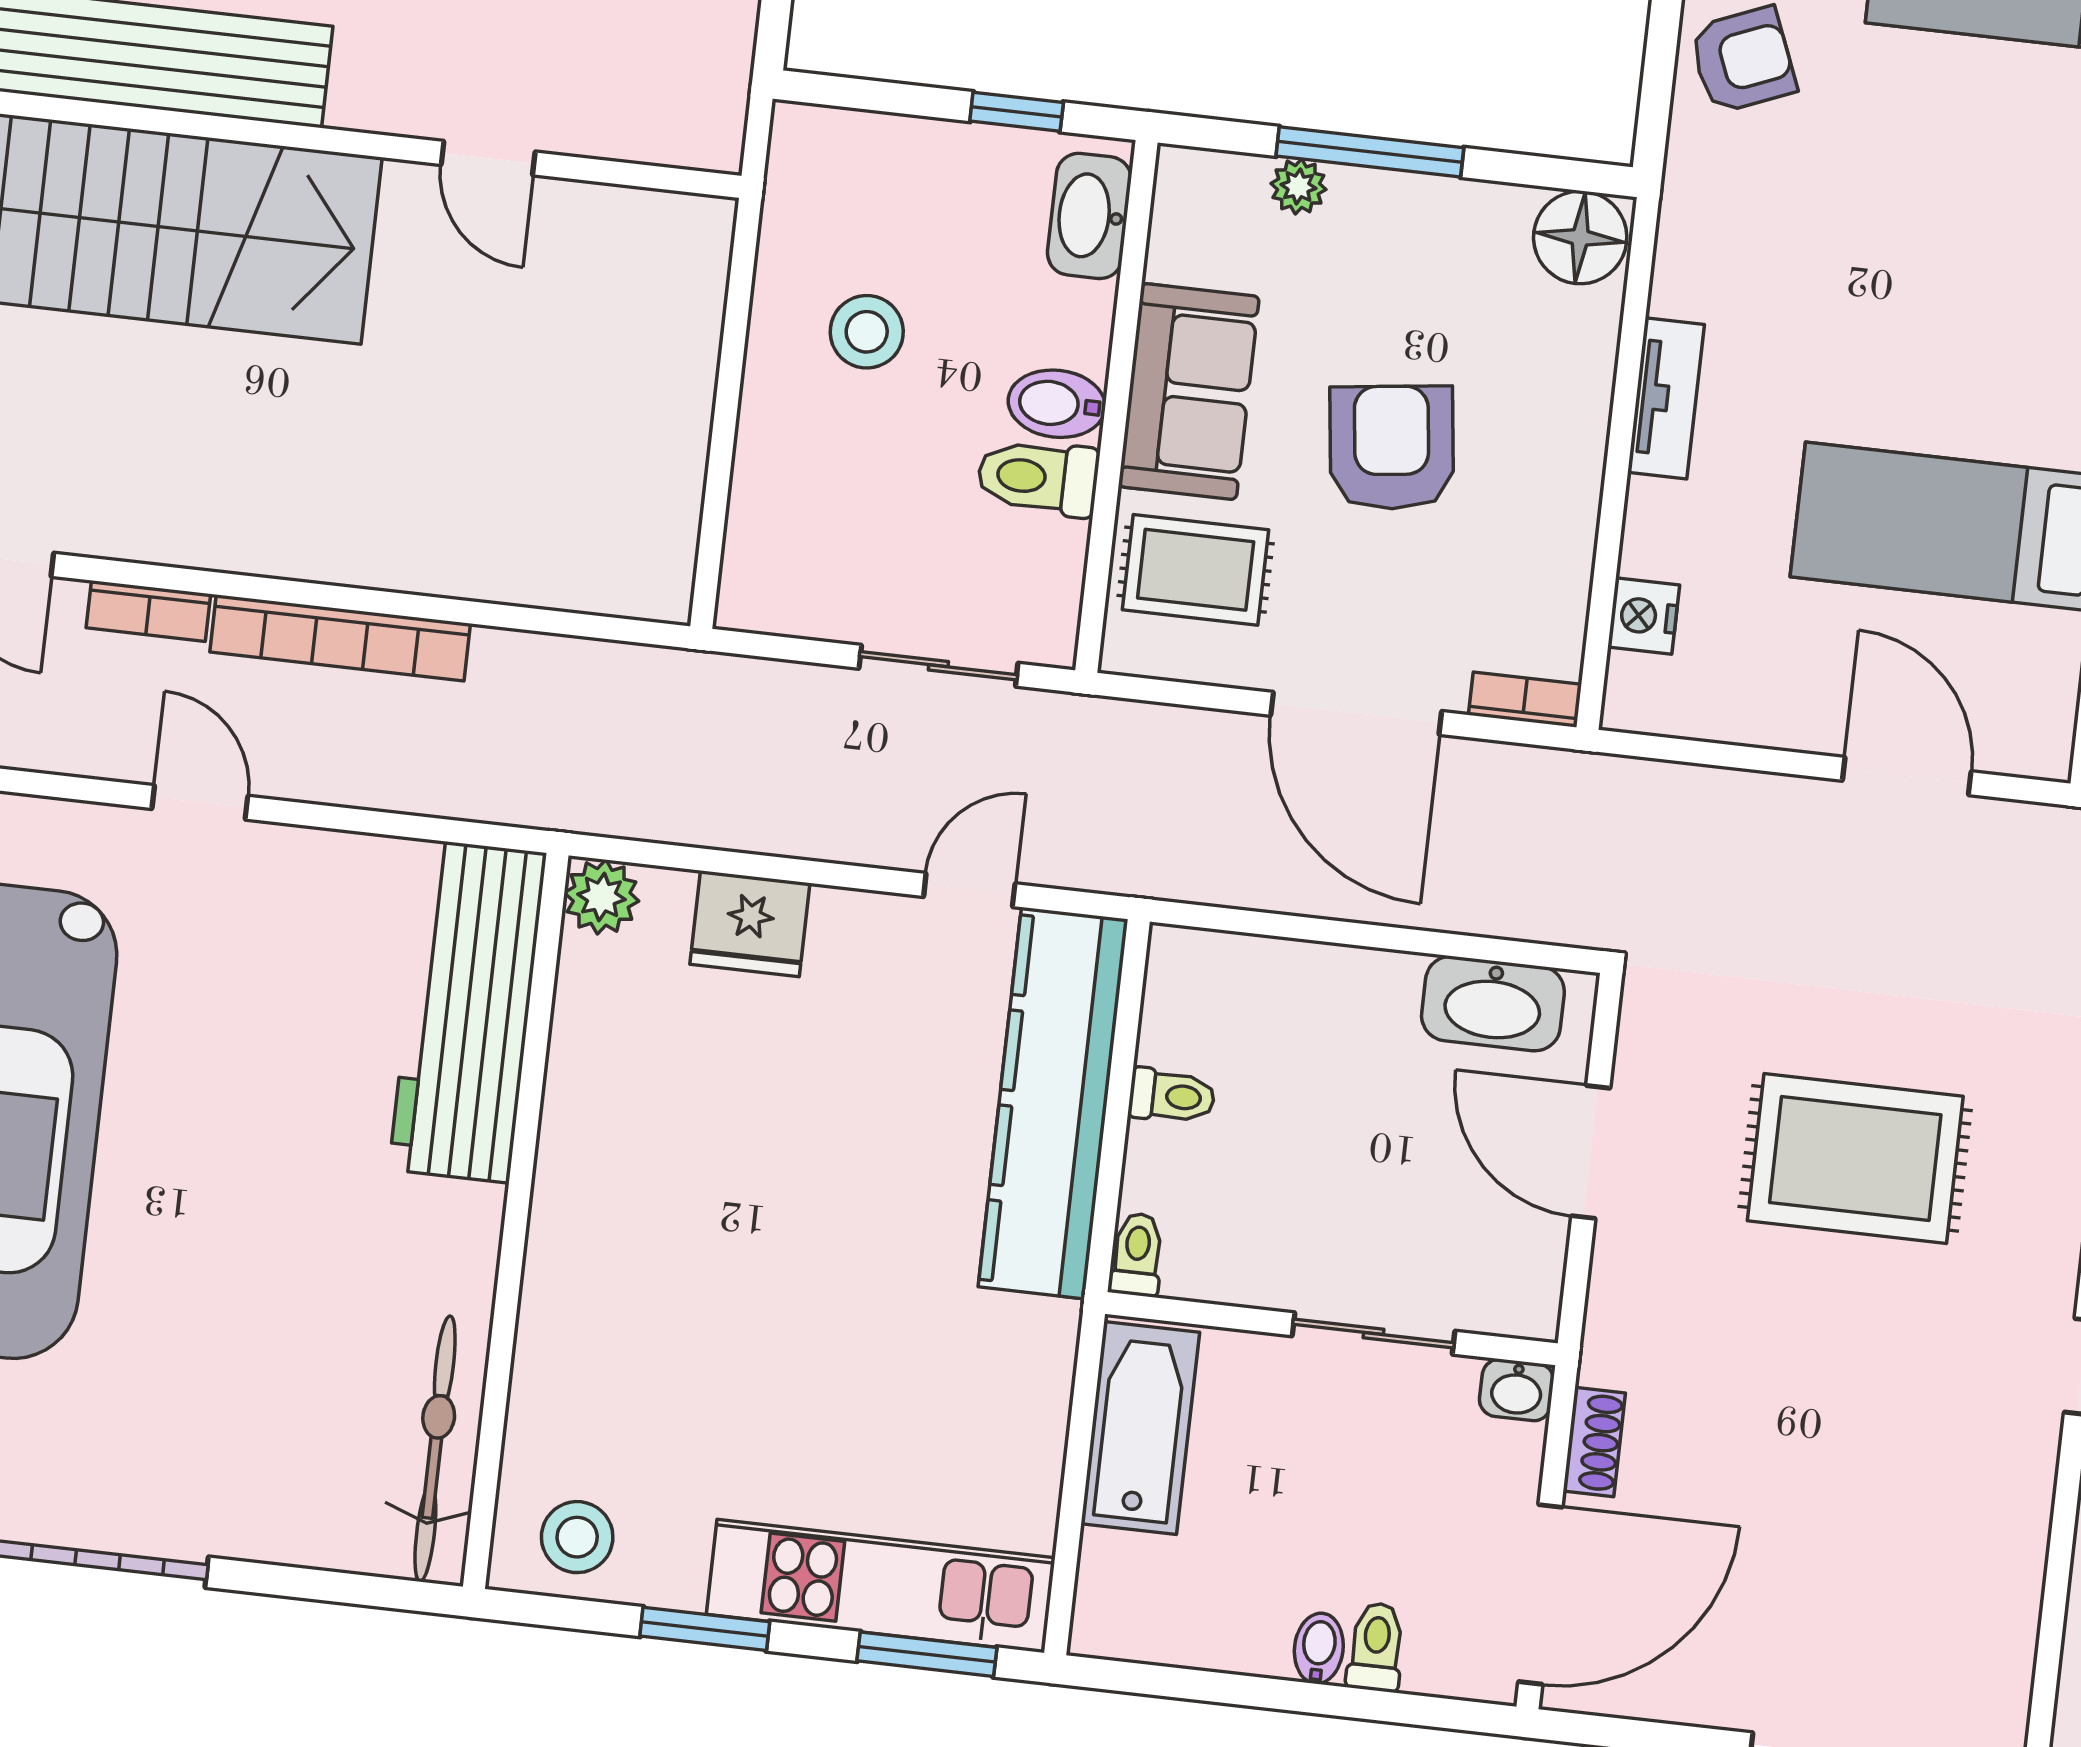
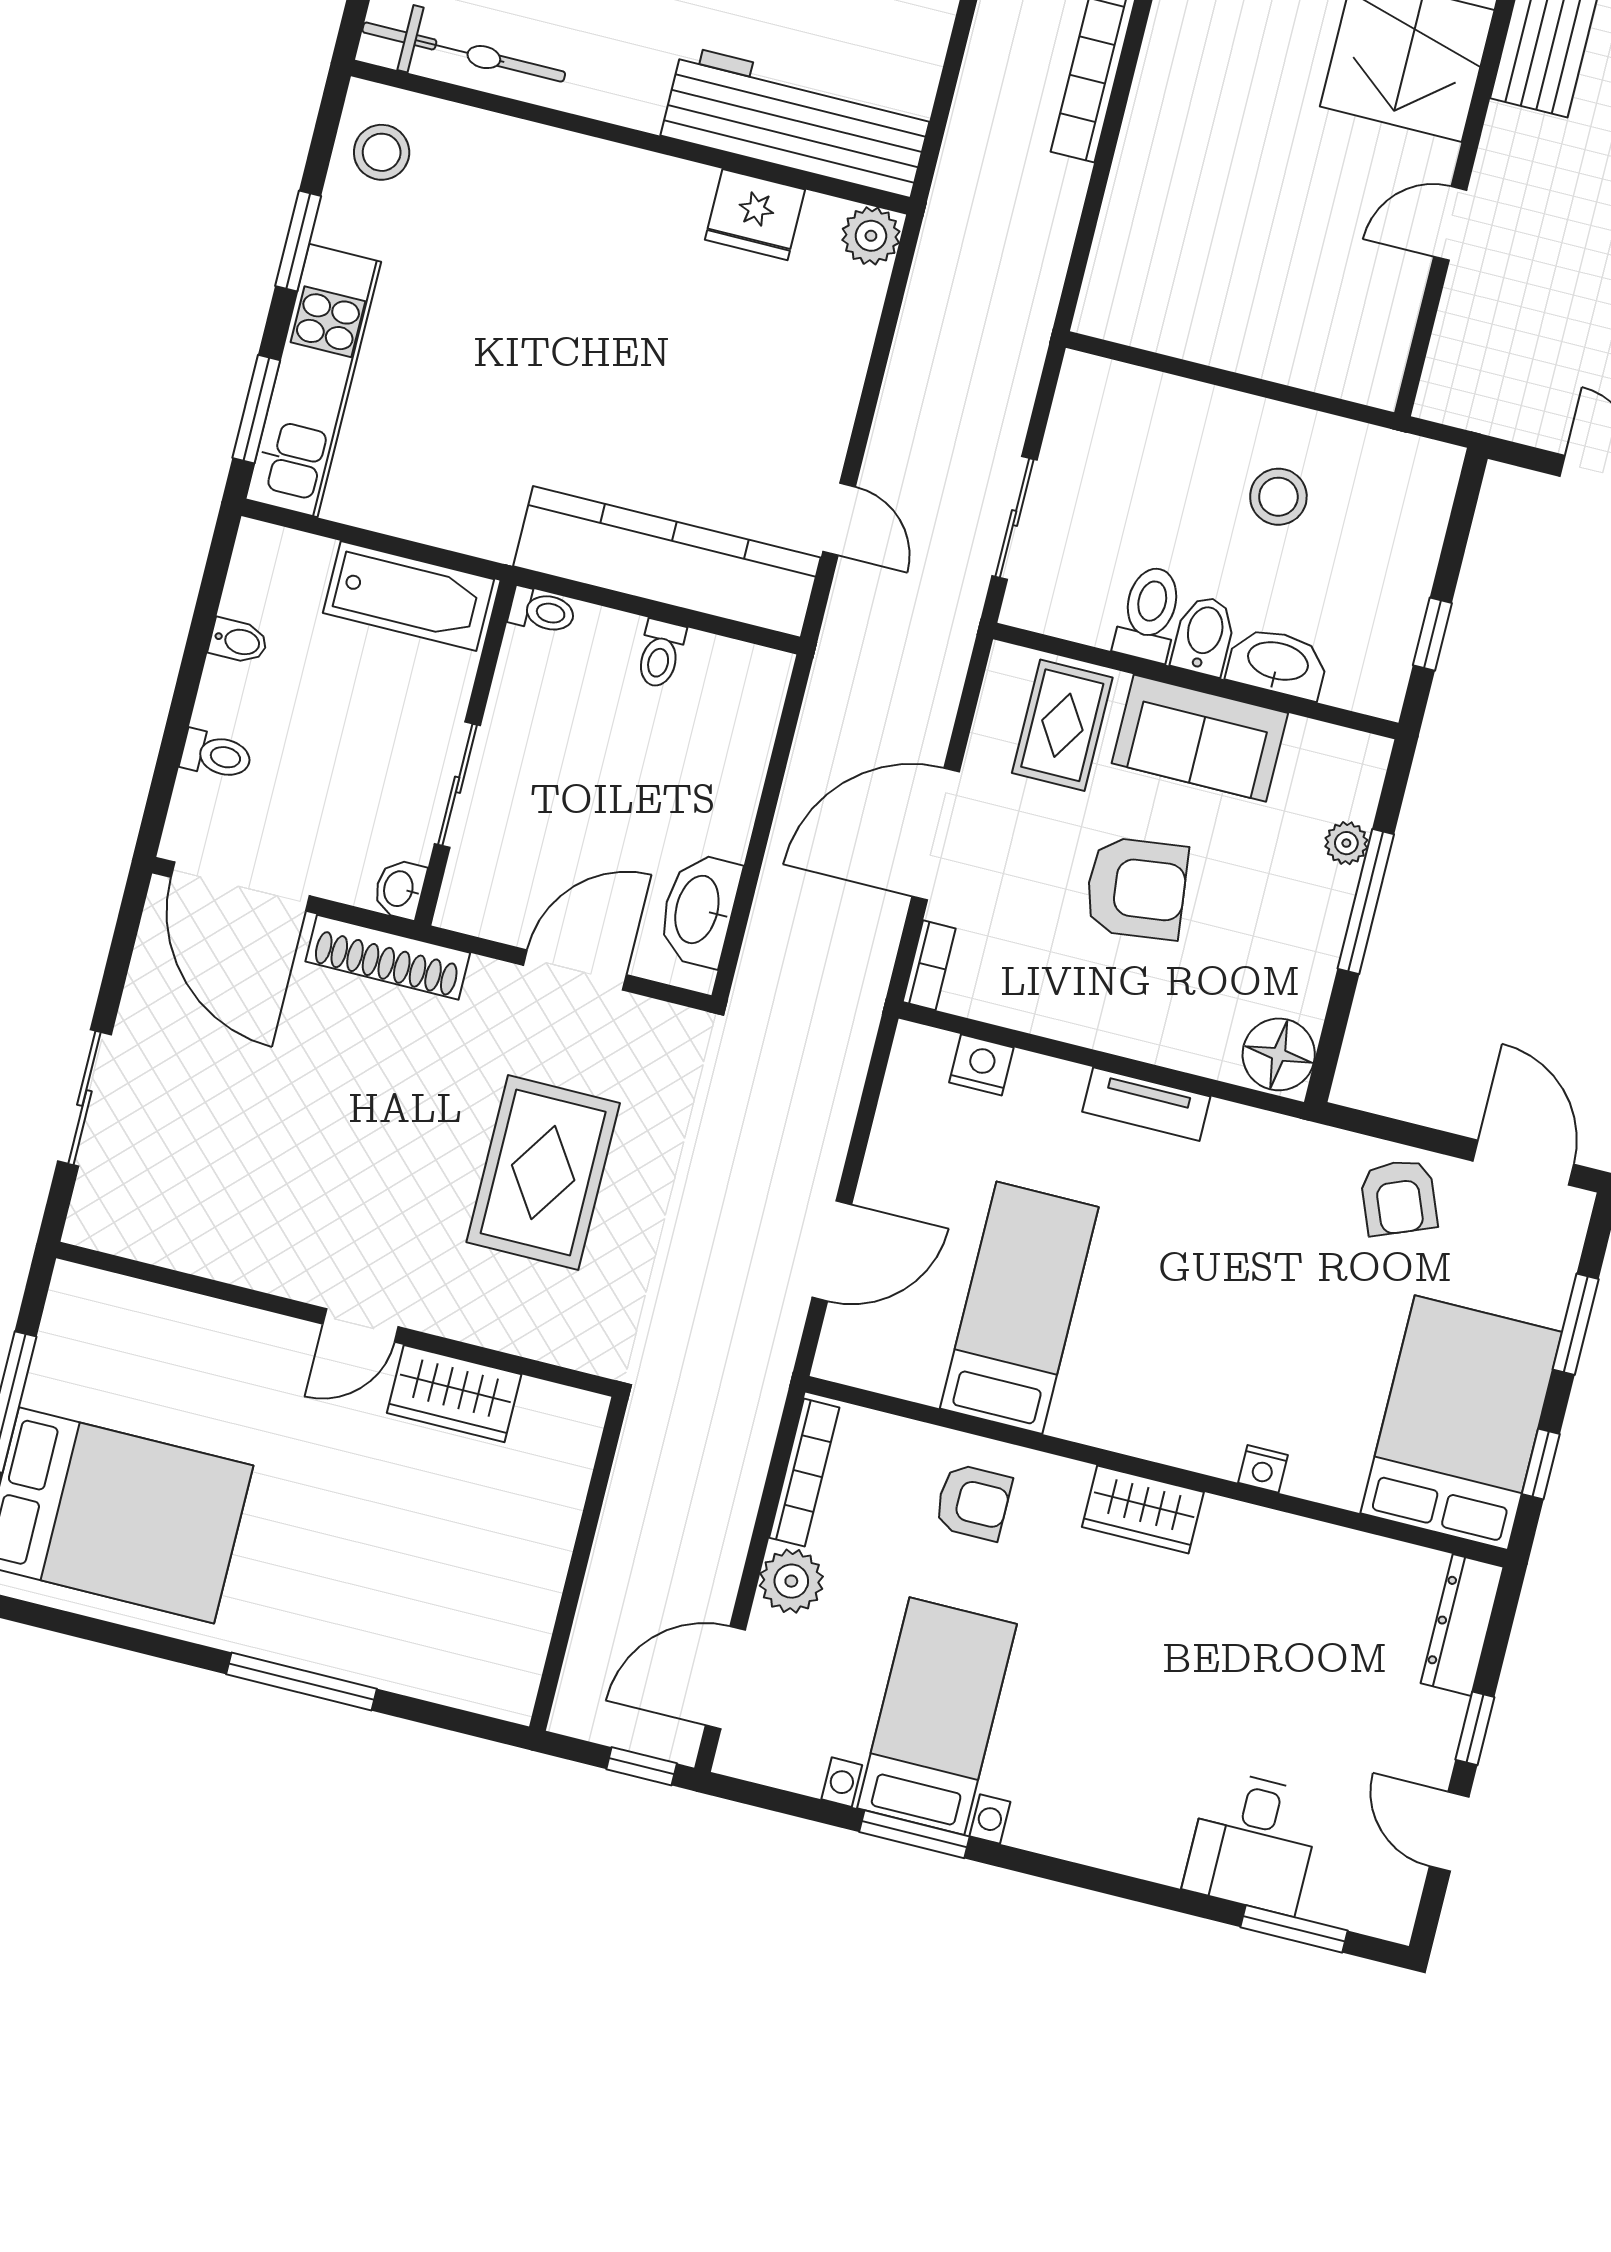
washbasin: (1089, 216) -> (1278, 663), moved
fridge: (750, 924) -> (755, 215), moved, turned -90
shoe rack: (1594, 1442) -> (388, 957), width x1.94, depth x1.24
bidet: (1319, 1648) -> (238, 641), moved

